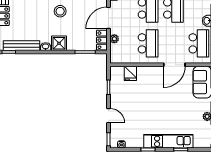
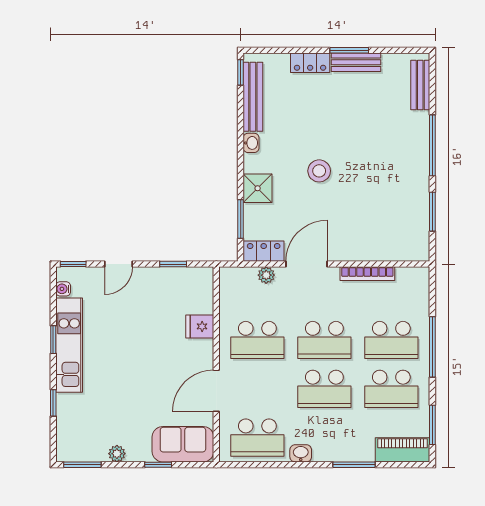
door: (109, 18) -> (306, 264), hinge flipped
shower: (59, 43) -> (258, 188), moved
door: (174, 65) -> (216, 391), hinge flipped
fridge: (130, 73) -> (200, 326), moved
kitchen unit: (168, 141) -> (69, 345), moved

